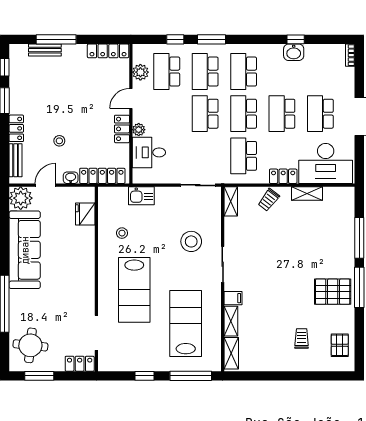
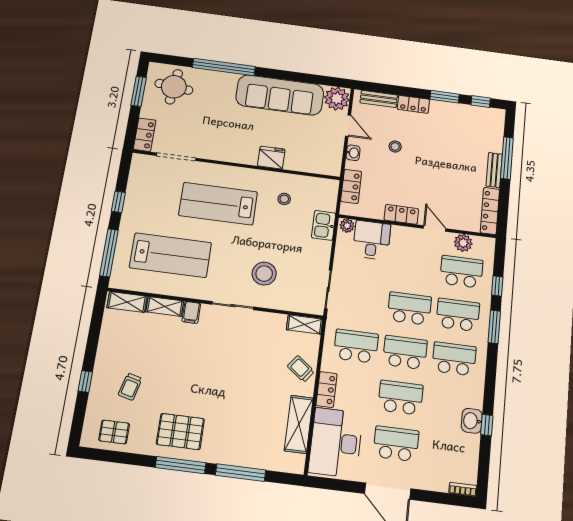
bench: (45, 50) -> (494, 170), moved
plant: (139, 130) -> (347, 226), moved
locker: (102, 176) -> (351, 186), width x0.66
shelving: (307, 193) -> (299, 424), width x1.50, depth x1.33
fridge: (85, 214) -> (271, 158), moved
pallet: (333, 292) -> (180, 432), turned 90
trolley: (302, 339) -> (130, 387), turned 104
window: (302, 376) -> (85, 381), added

